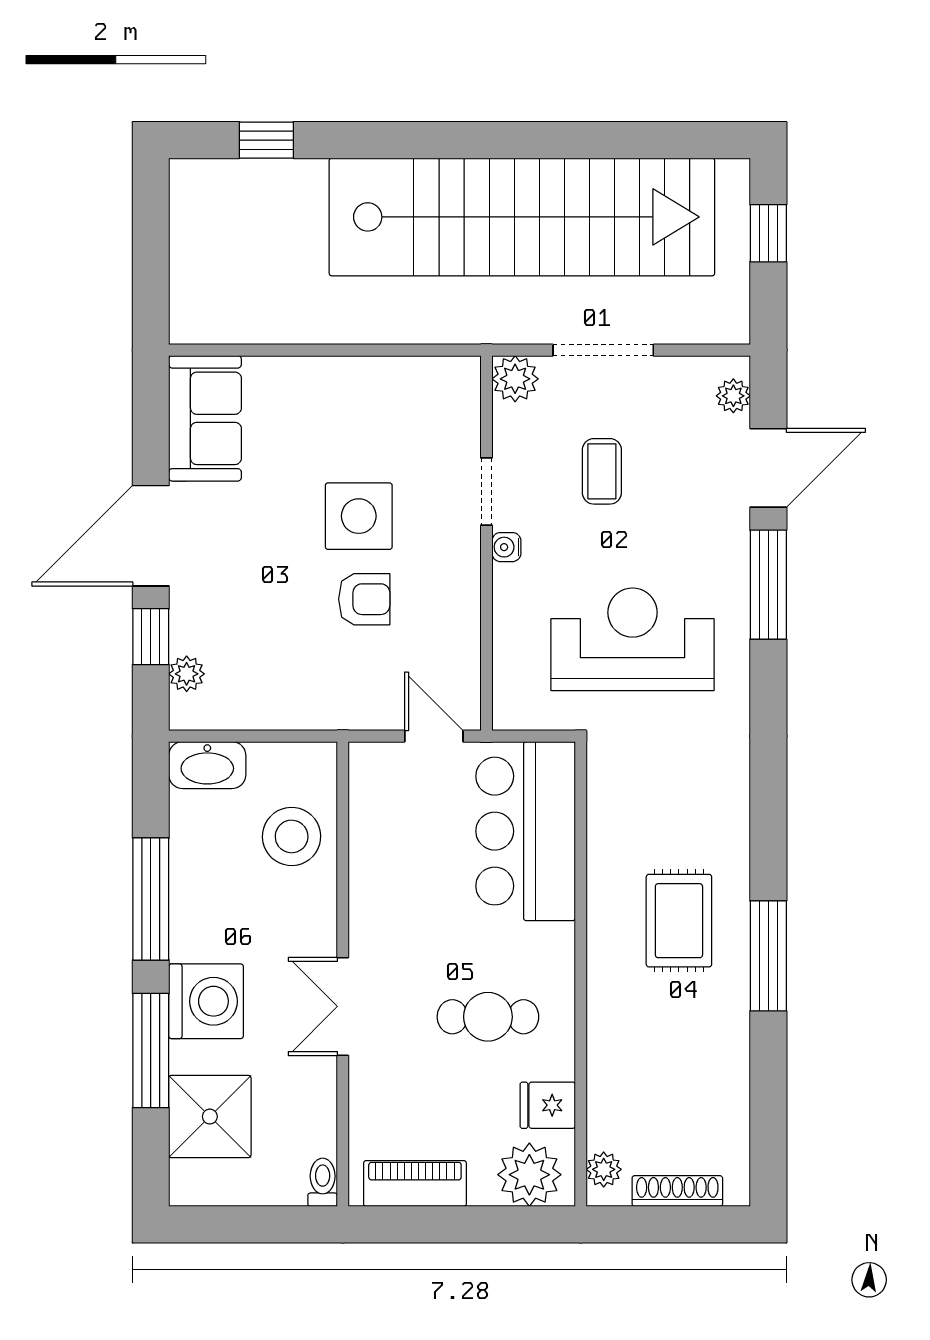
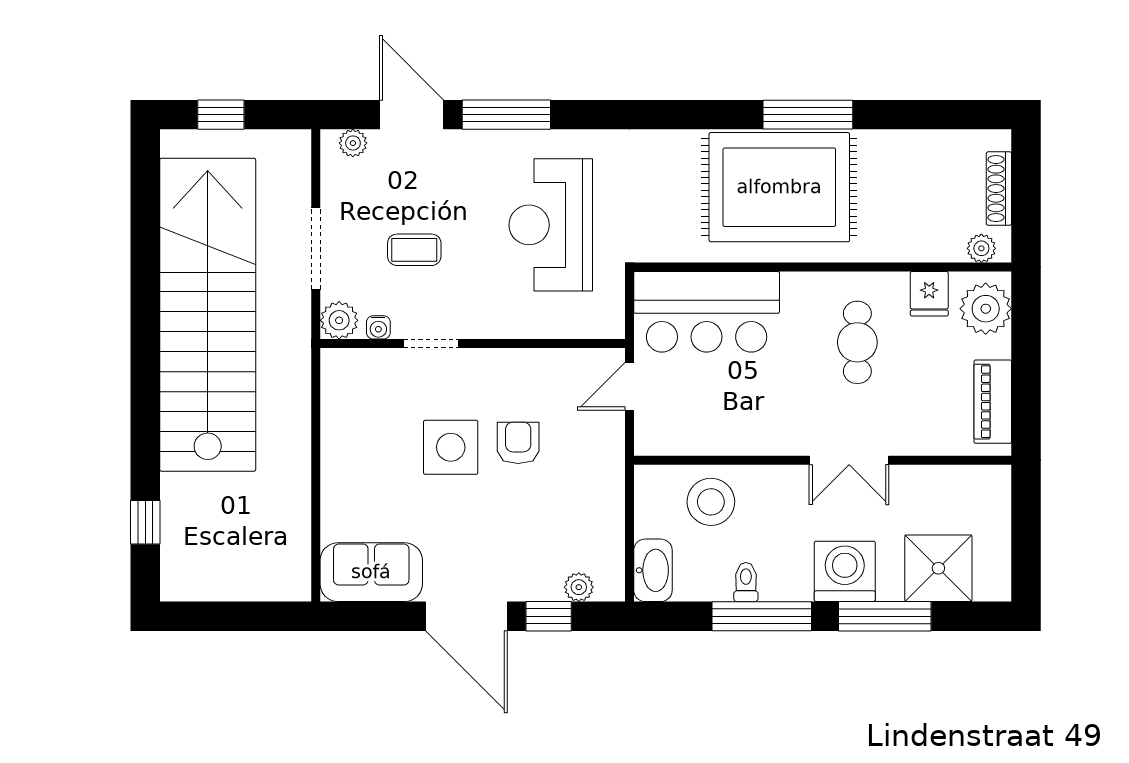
water cooler: (506, 547) -> (378, 327), moved
rug: (679, 921) -> (779, 187), width x1.86, depth x2.06
toilet: (323, 1182) -> (746, 582), moved, turned 90

